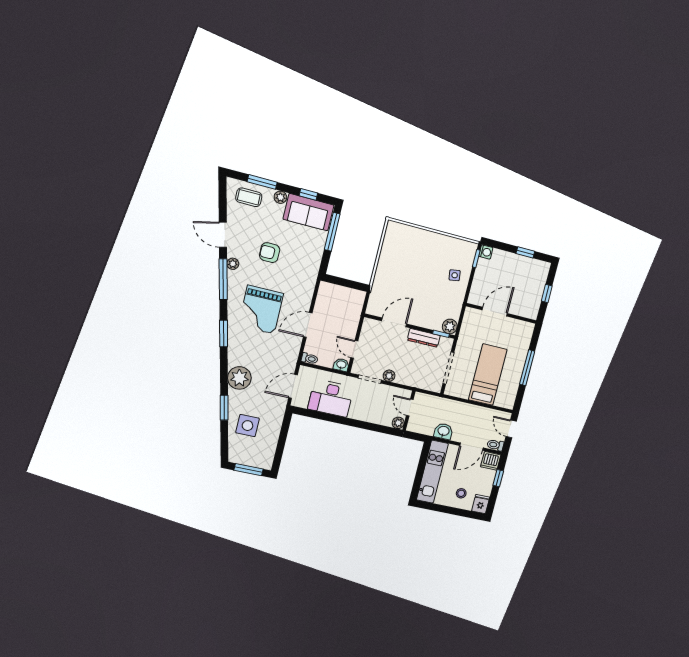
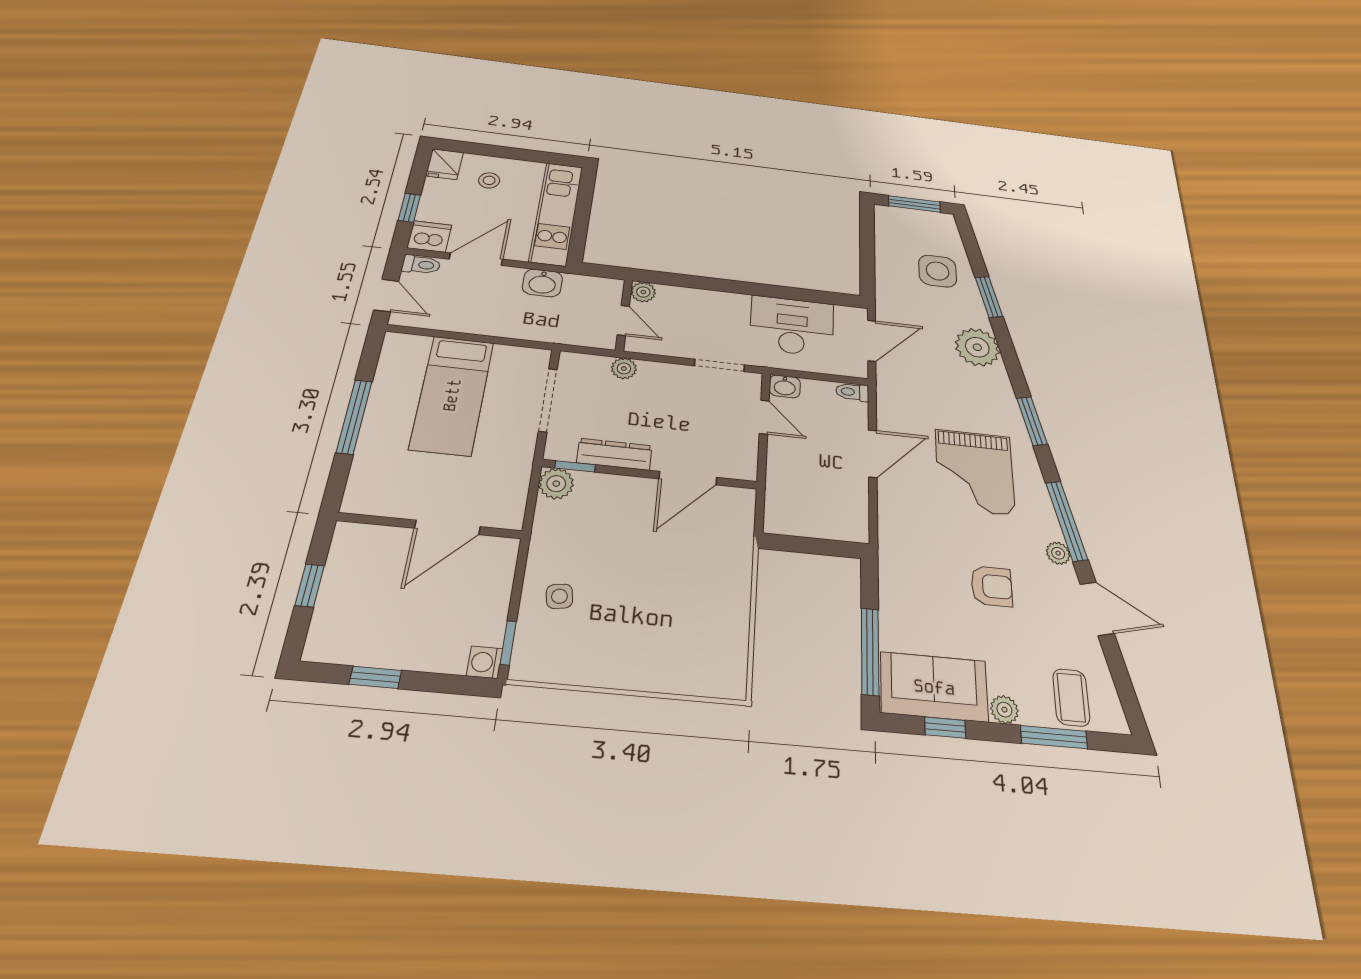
coffee table: (249, 197) -> (1071, 697), turned 90
grand piano: (261, 310) -> (975, 472), turned 180
plant: (389, 376) -> (624, 368), moved

